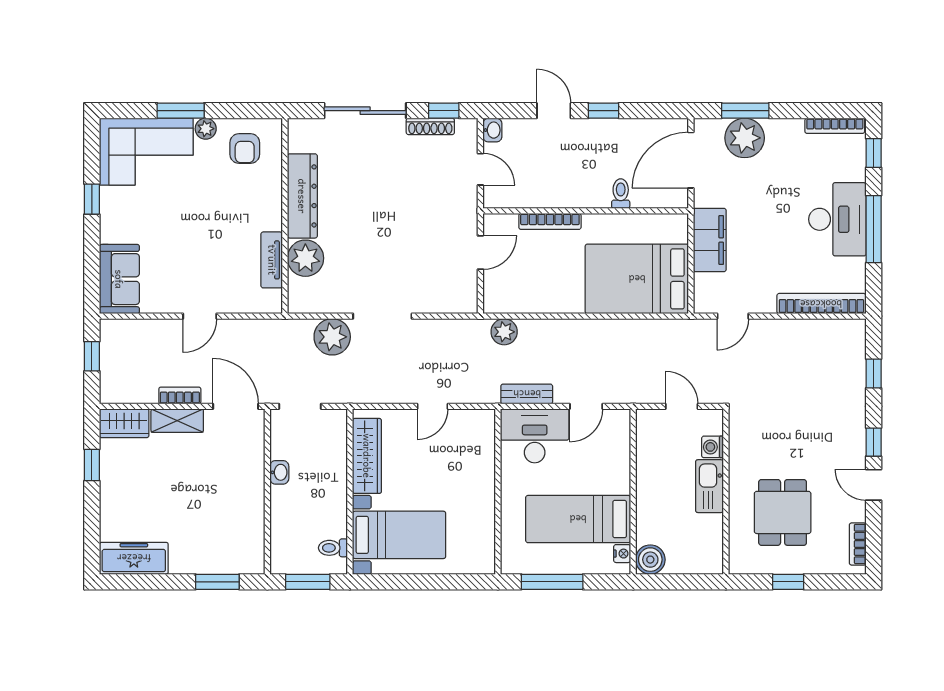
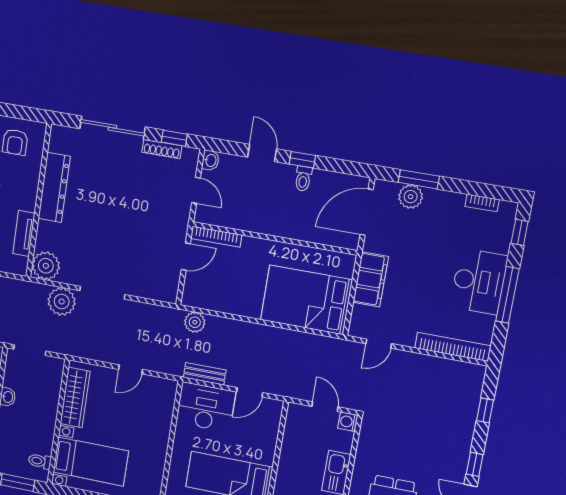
bookcase: (835, 126) -> (482, 203), width x0.64
plant: (745, 138) -> (411, 197), width x0.73, depth x0.73
toilet: (621, 194) -> (303, 179), moved, turned 180
bookcase: (550, 221) -> (216, 237), moved
plant: (305, 258) -> (46, 266), moved
washing machine: (713, 447) -> (348, 422), moved

